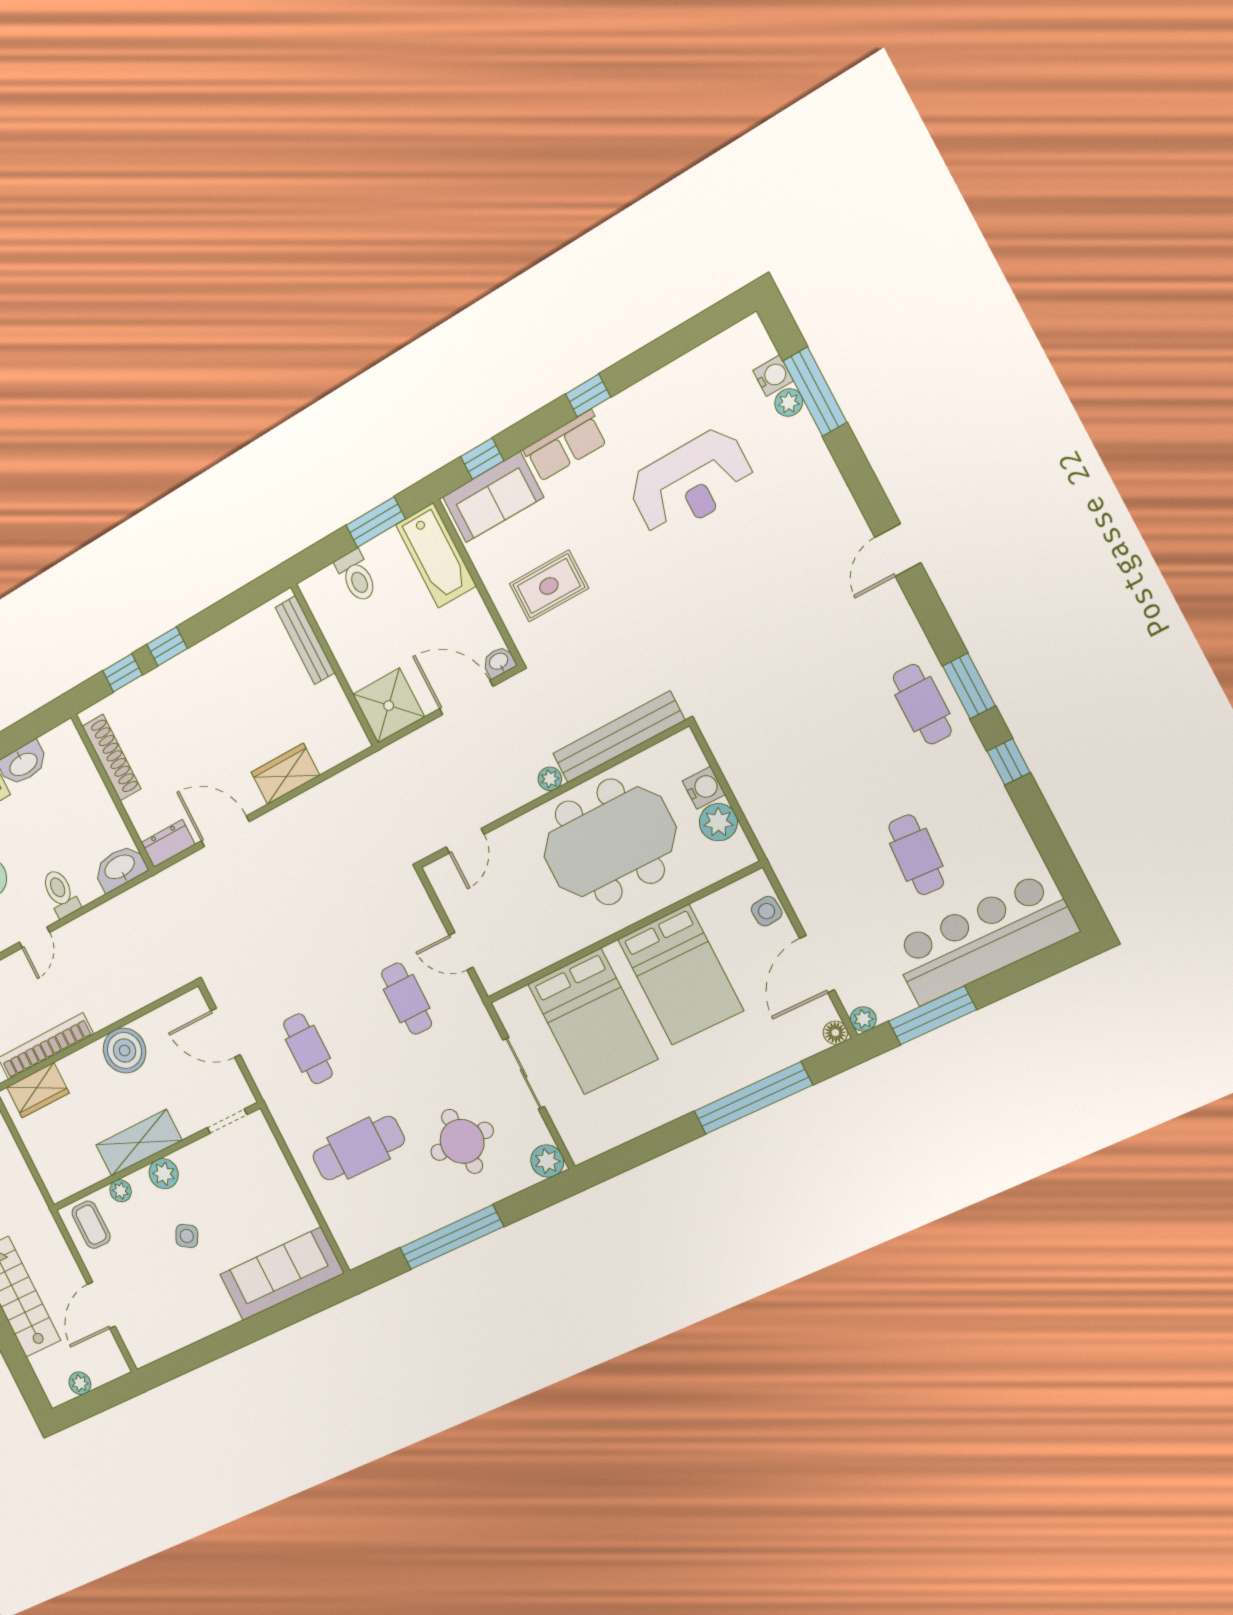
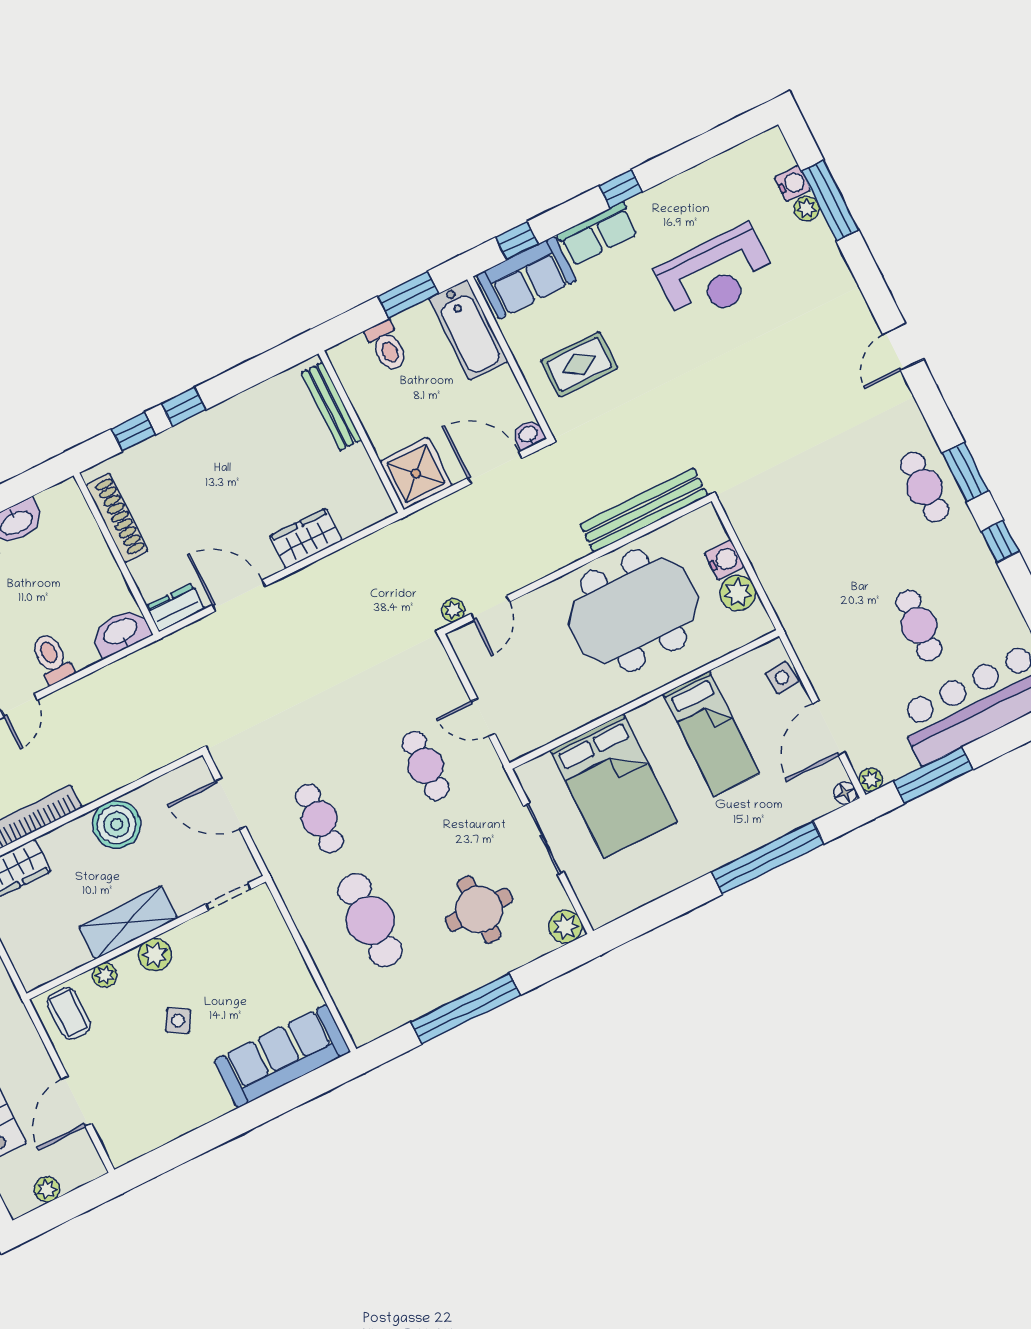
plant: (550, 779) -> (453, 610), moved
bed: (680, 975) -> (711, 734), width x0.67
cafe table: (358, 1148) -> (370, 920), turned 90

